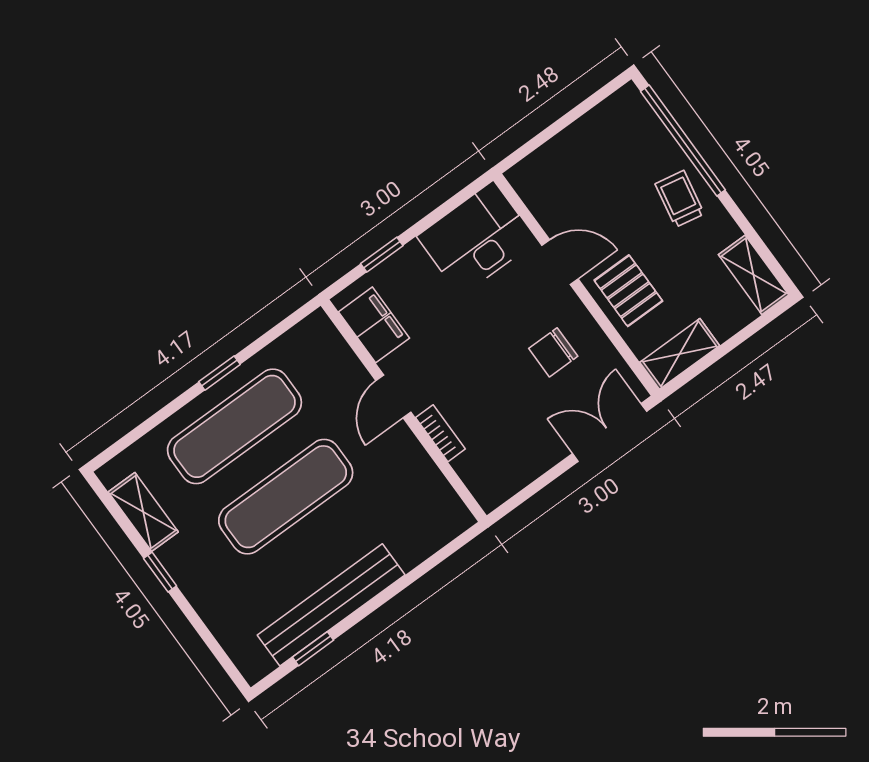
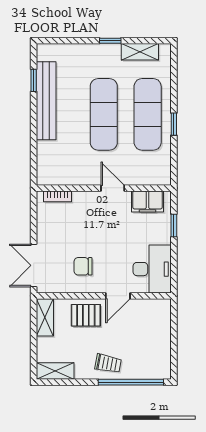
chair: (553, 352) -> (83, 266), turned -90
double door: (610, 432) -> (34, 265), swing flipped
bookcase: (440, 433) -> (57, 196), moved

